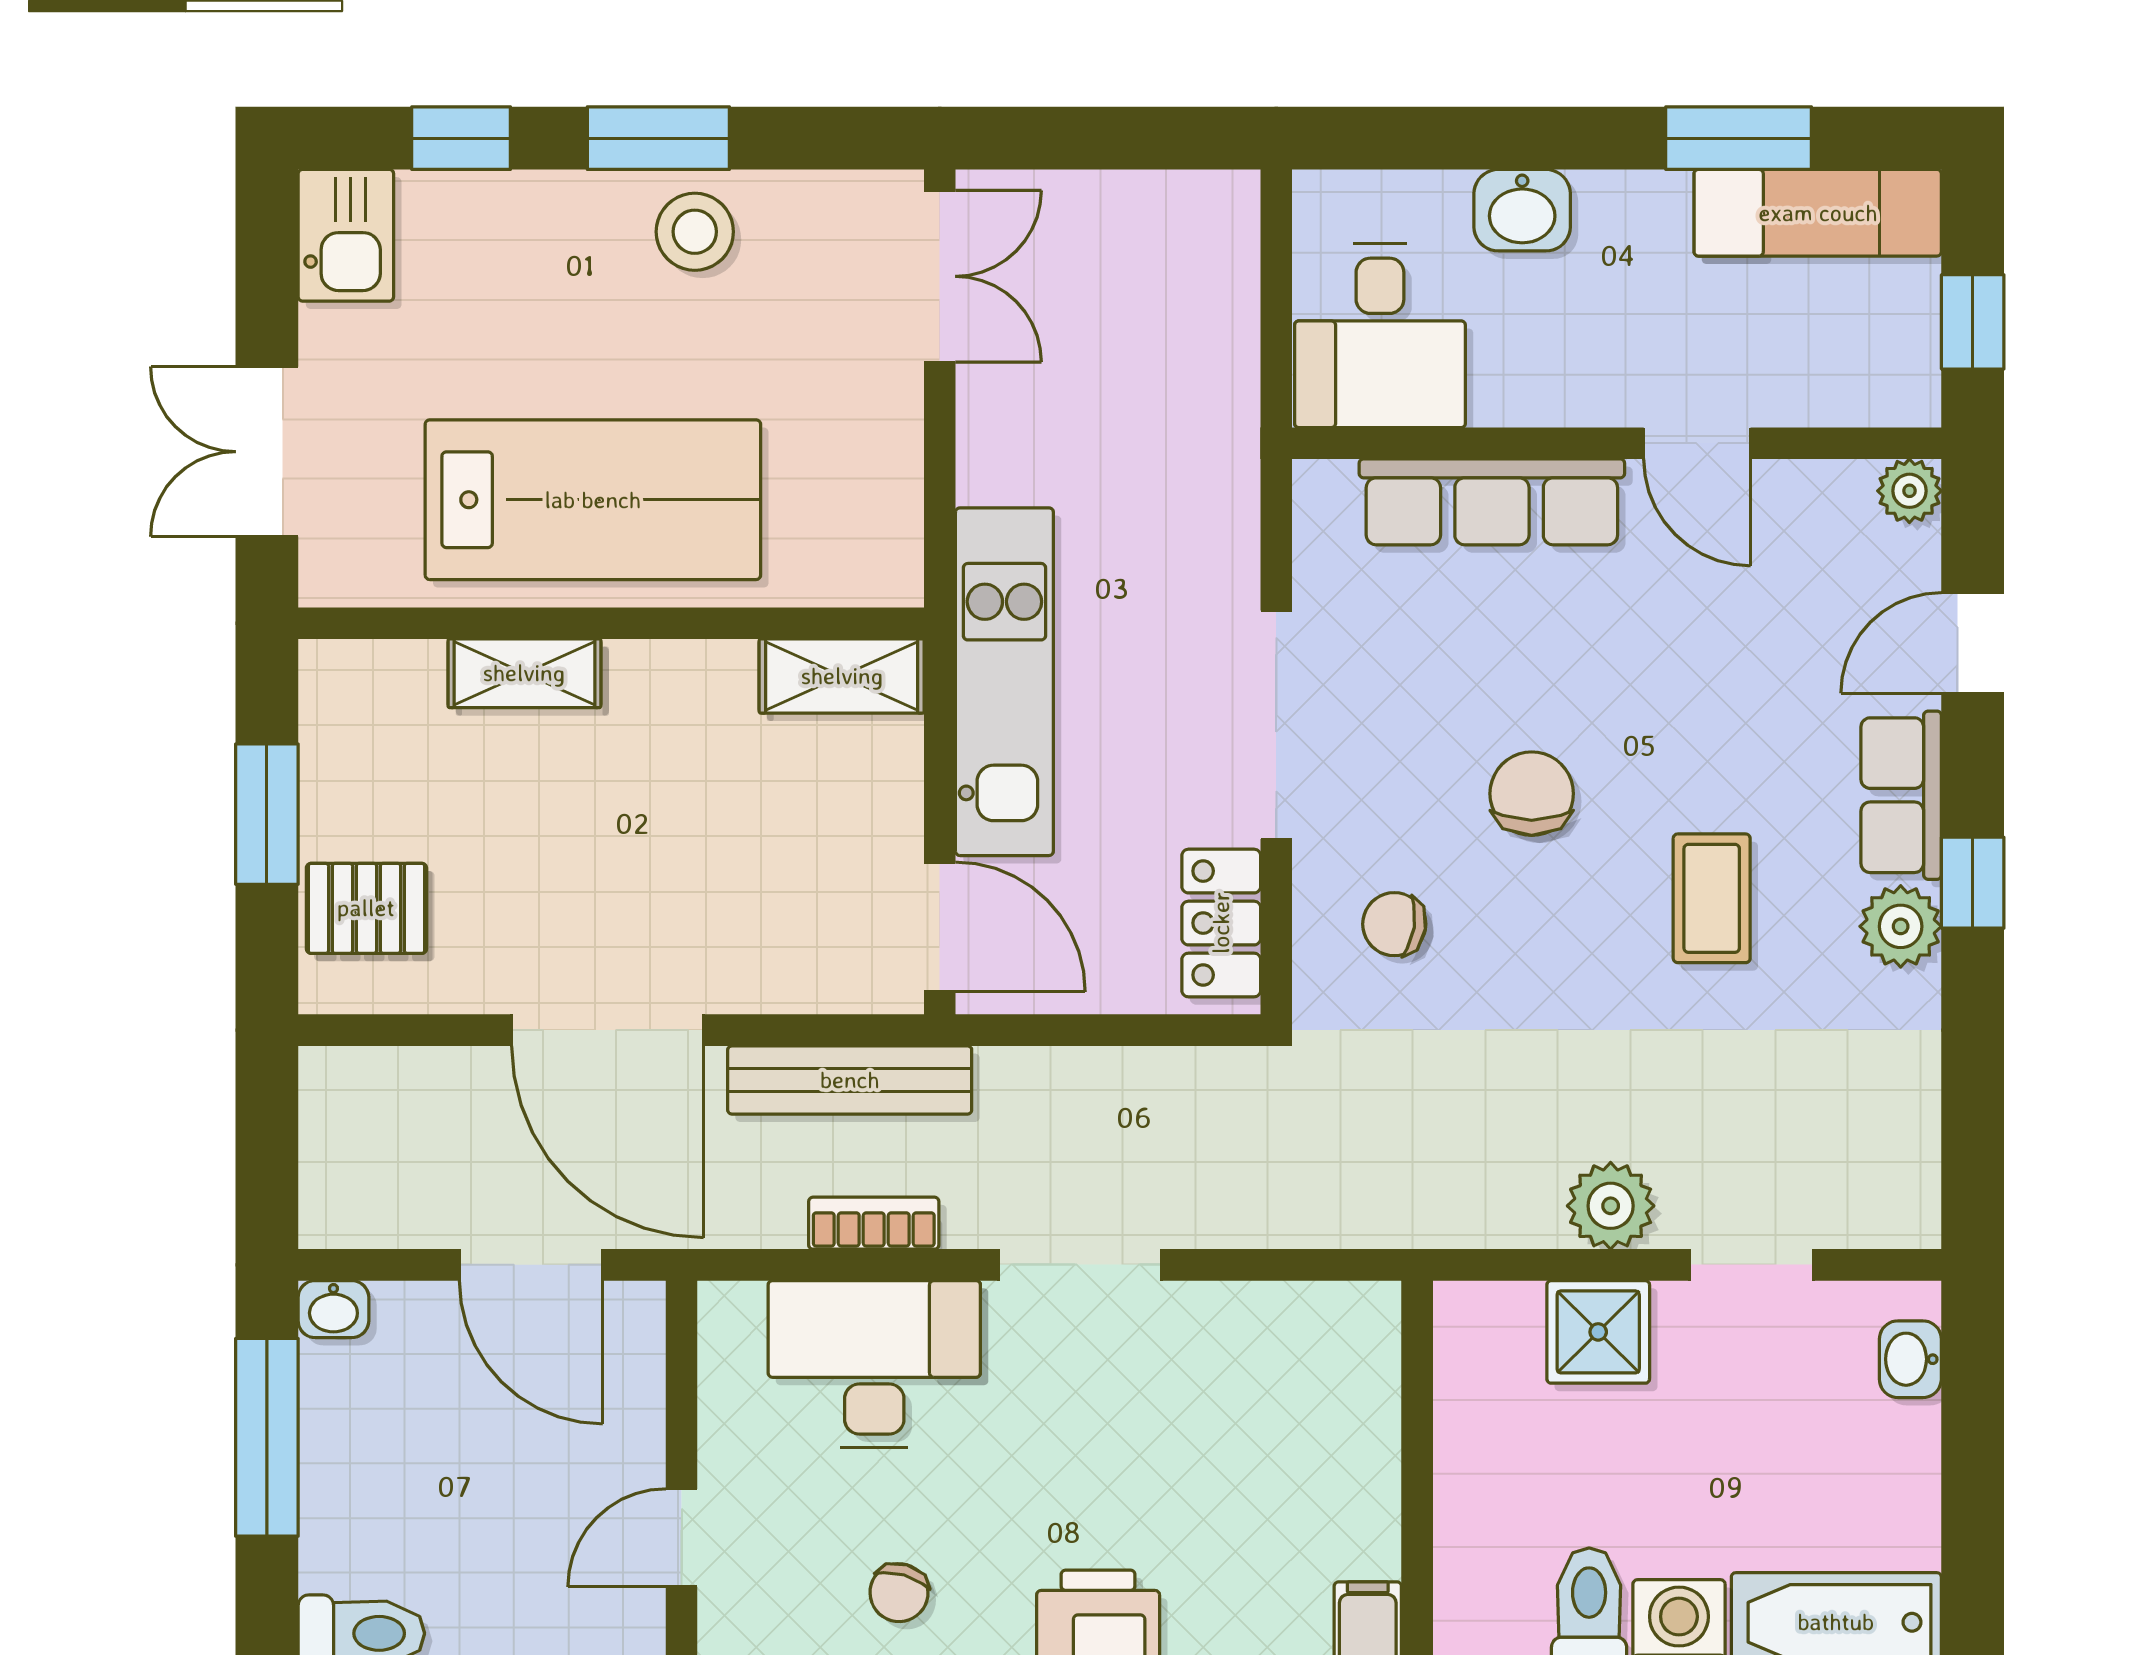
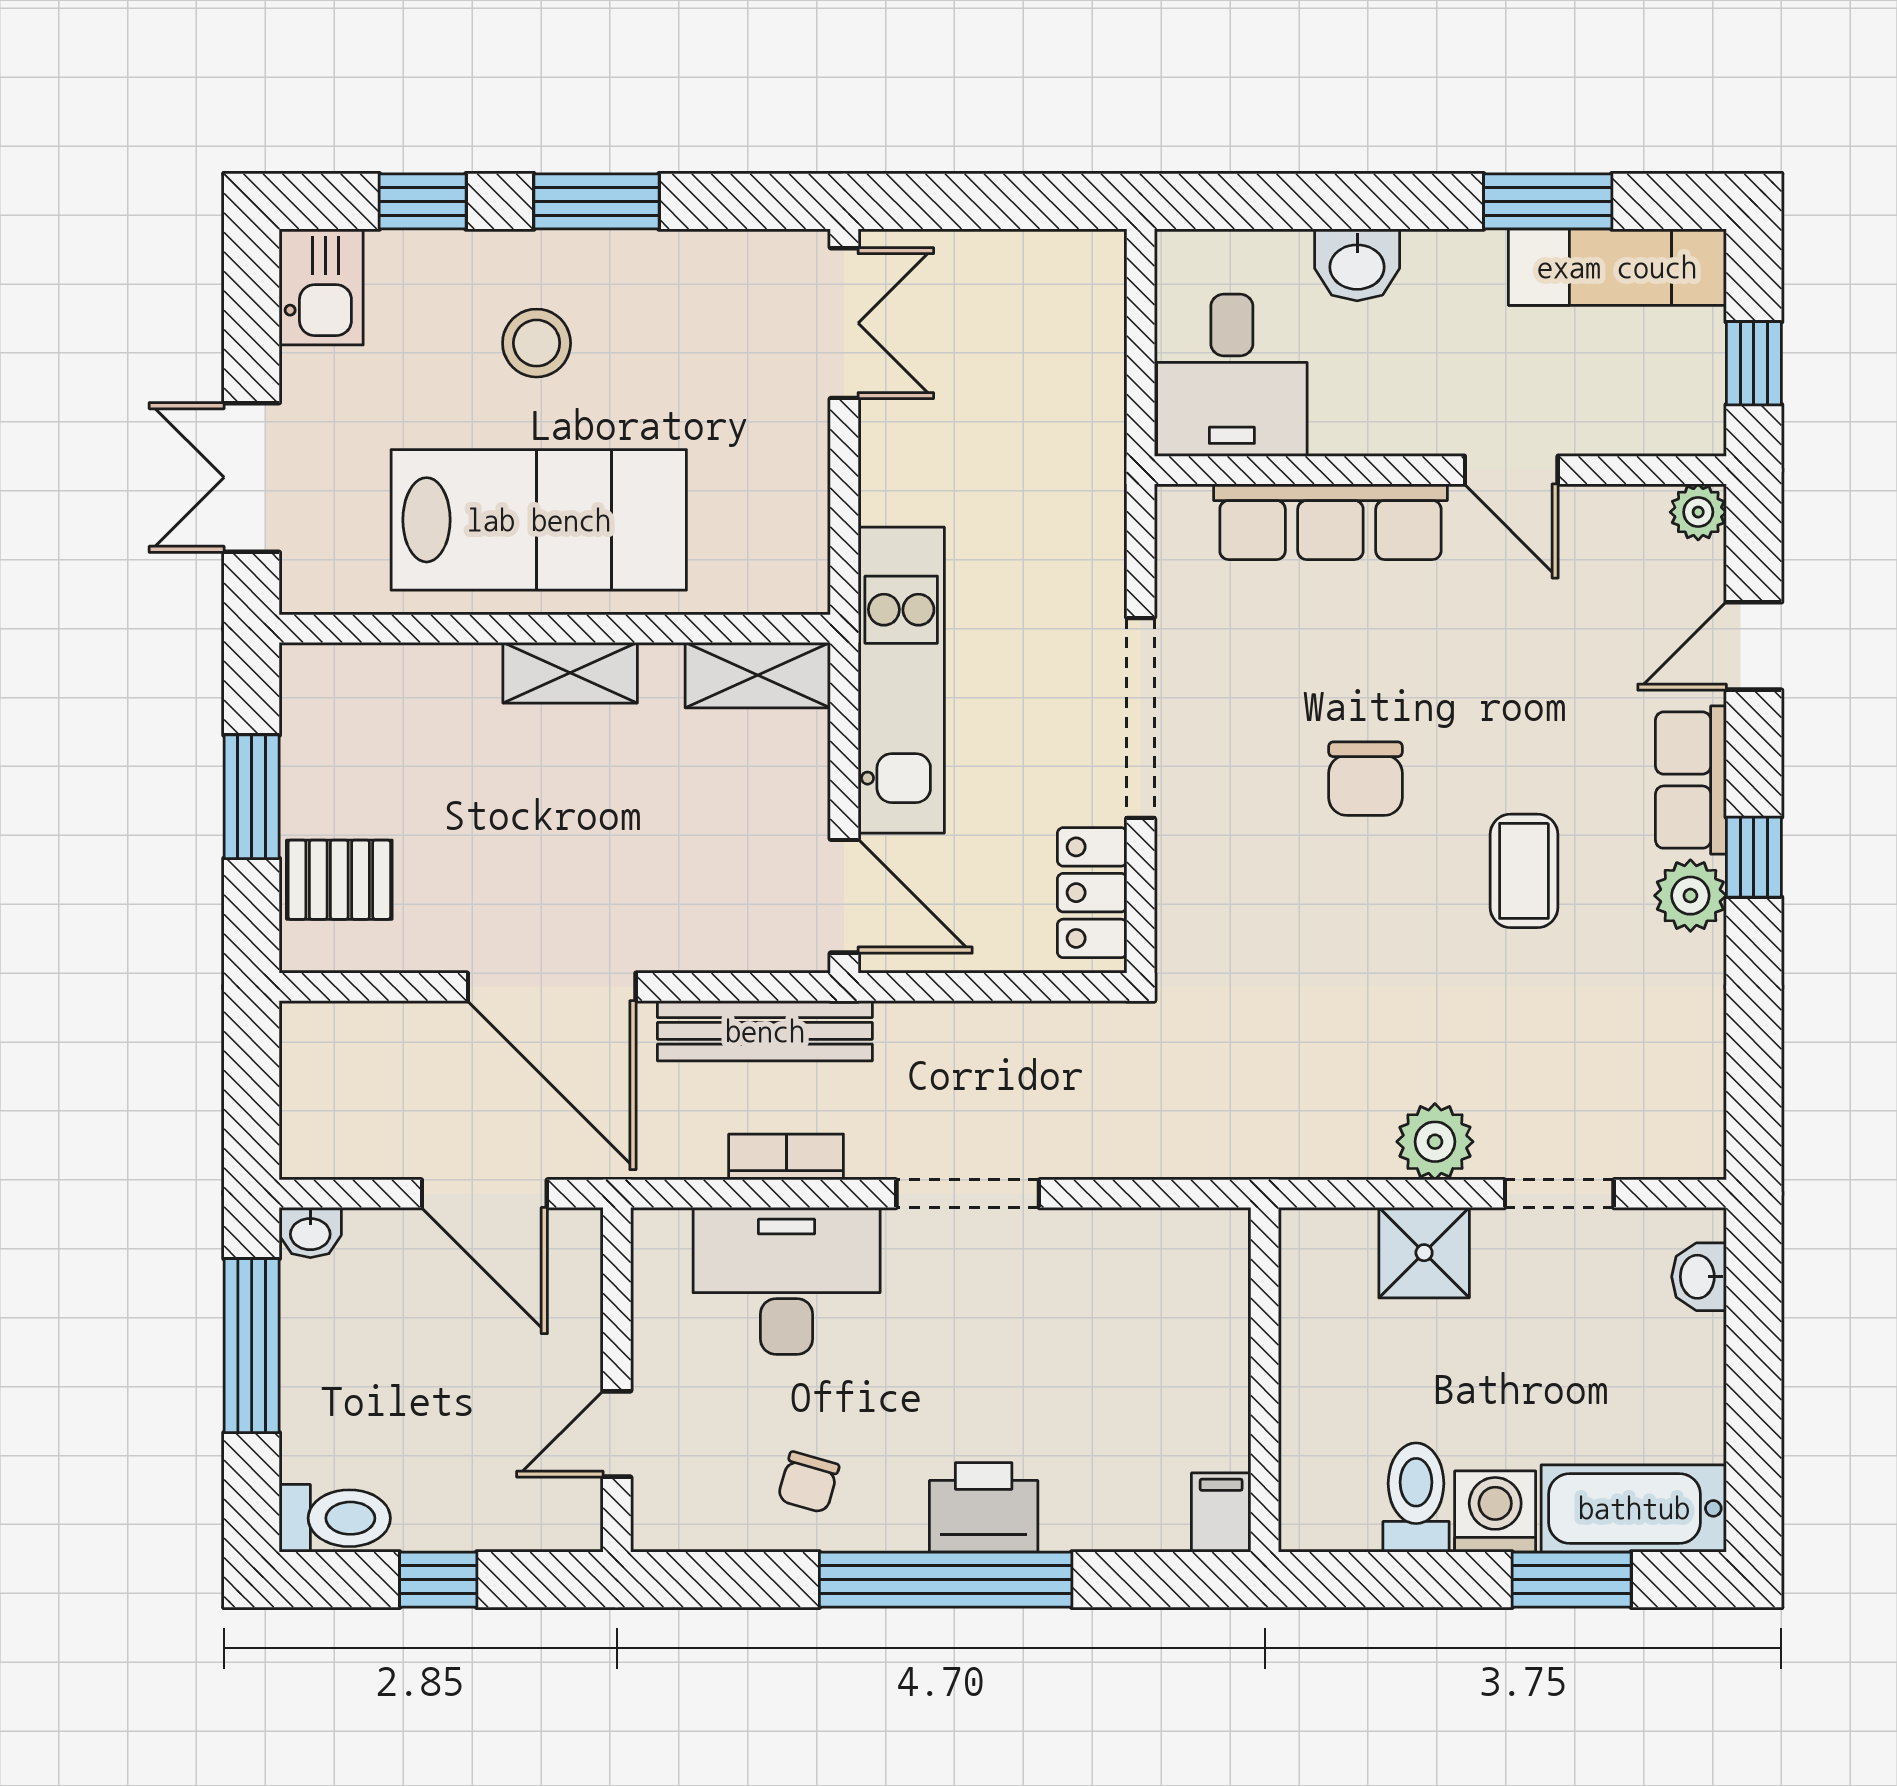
stool: (695, 232) -> (537, 343), moved
shelving: (524, 673) -> (570, 673), moved
chair: (1532, 794) -> (1366, 779), turned 180
chair: (1394, 924) -> (1244, 894), removed

